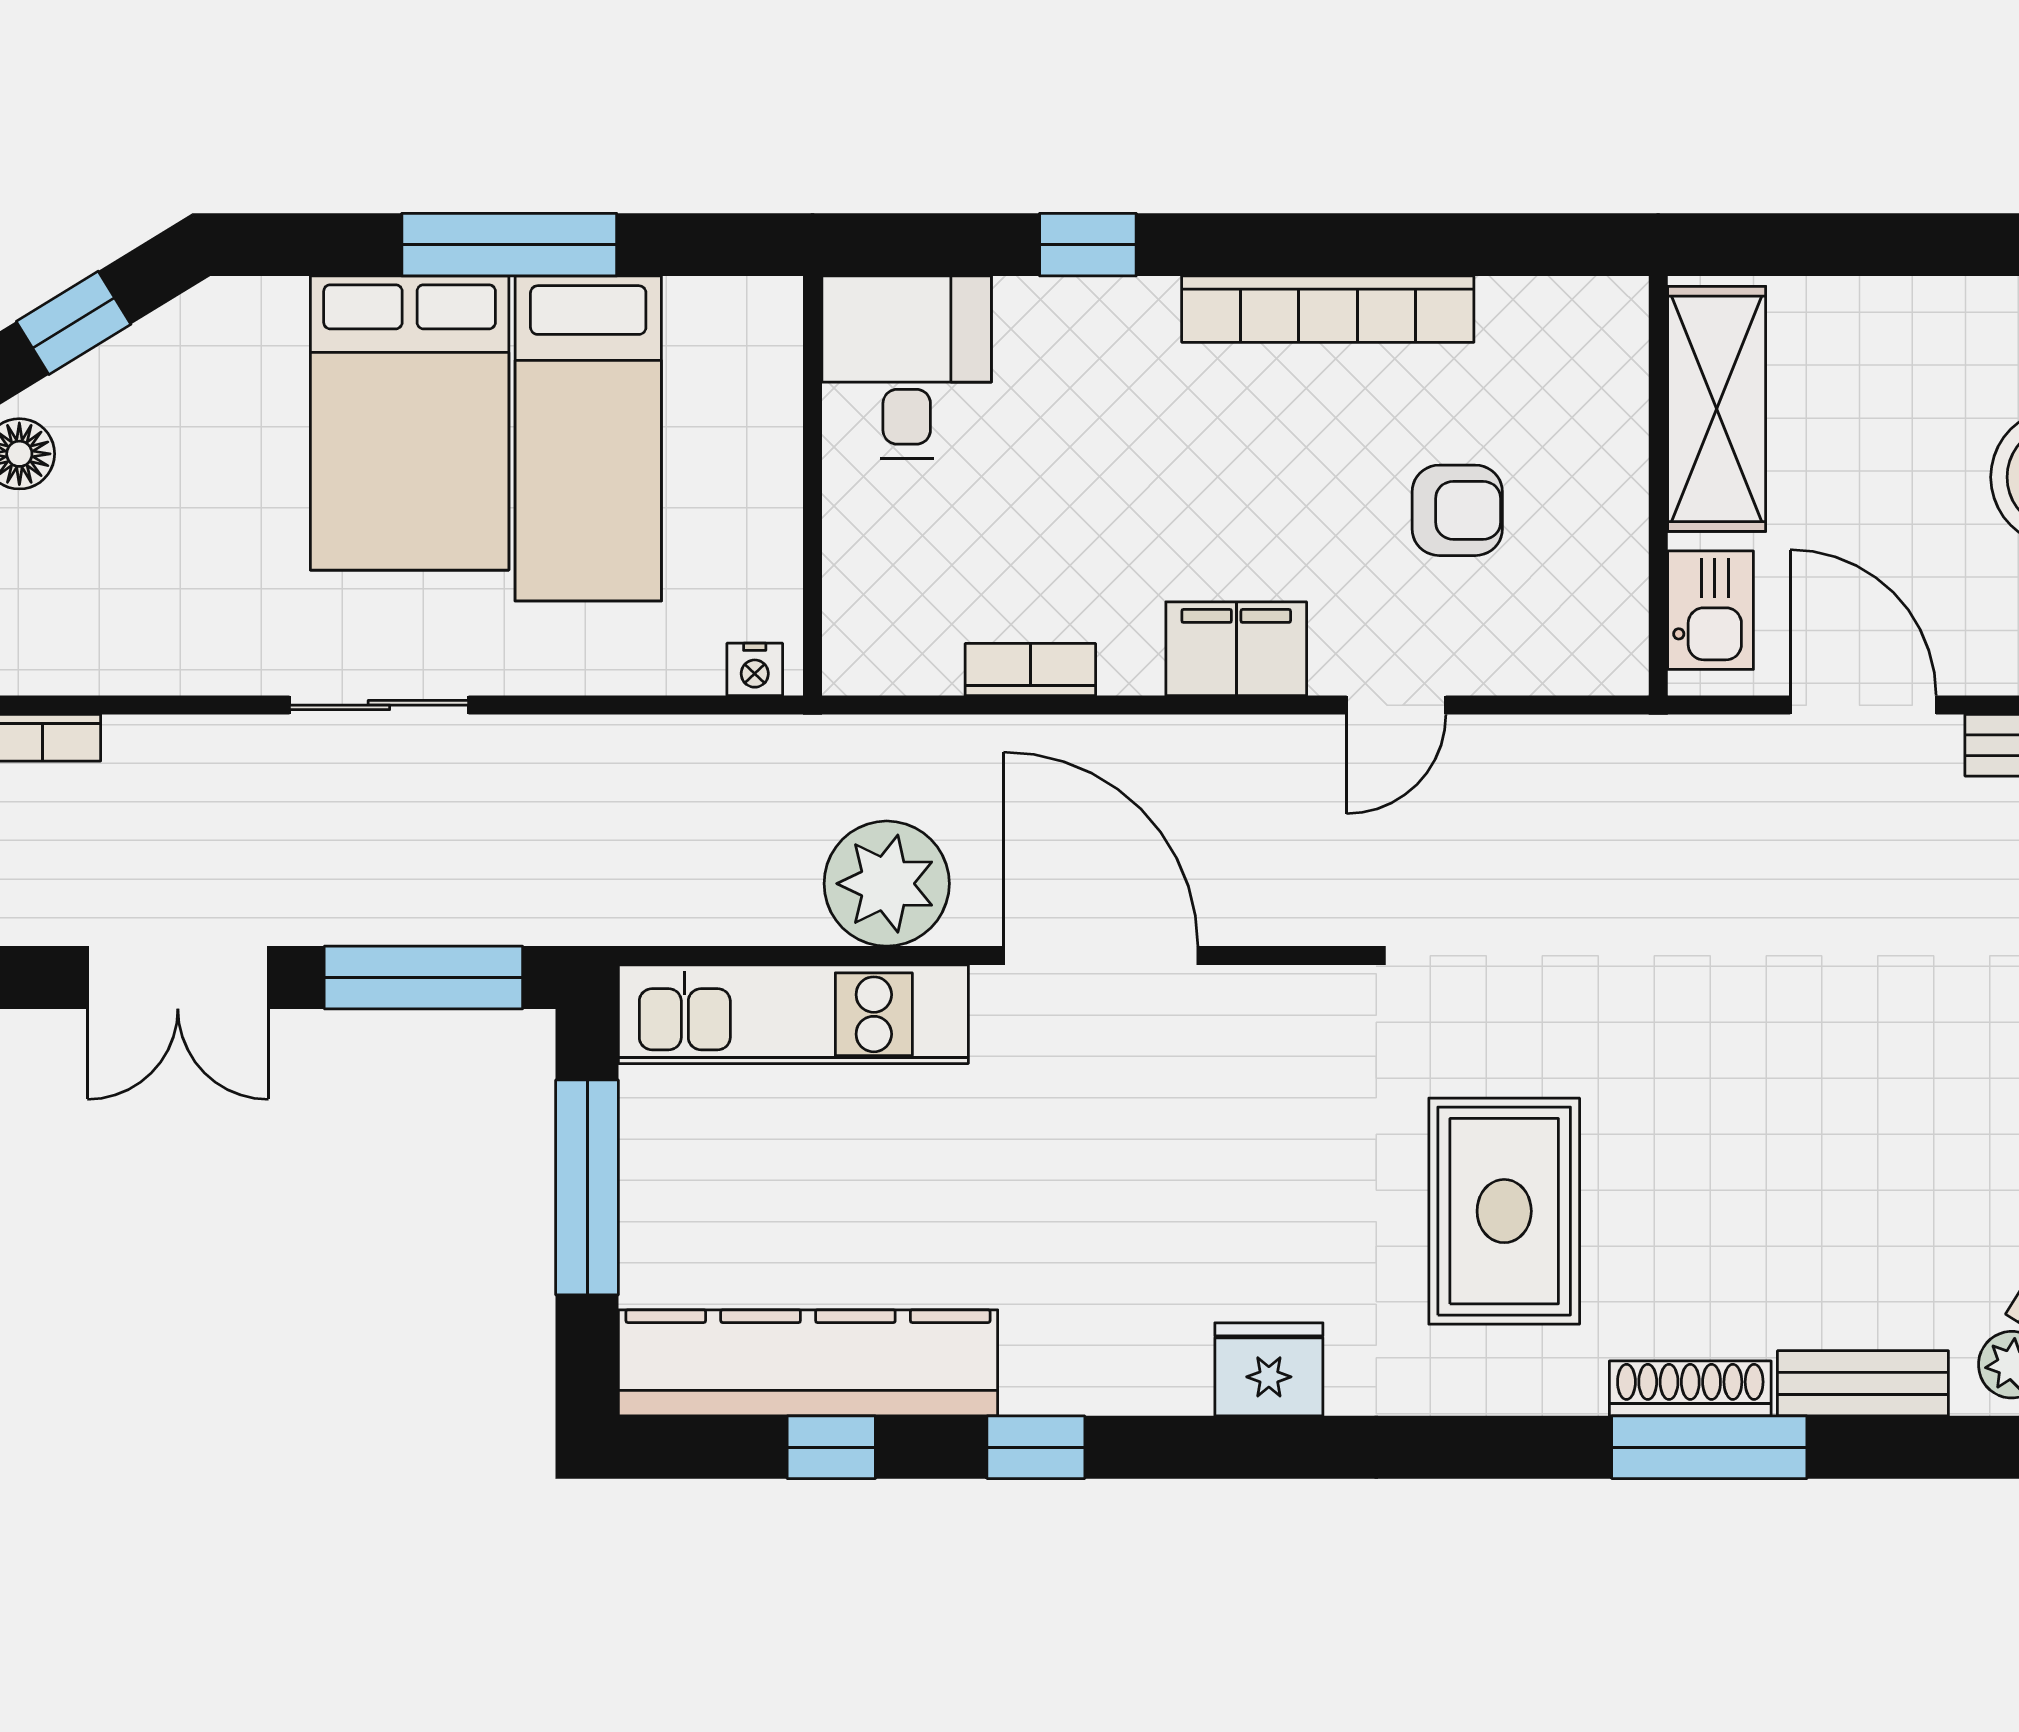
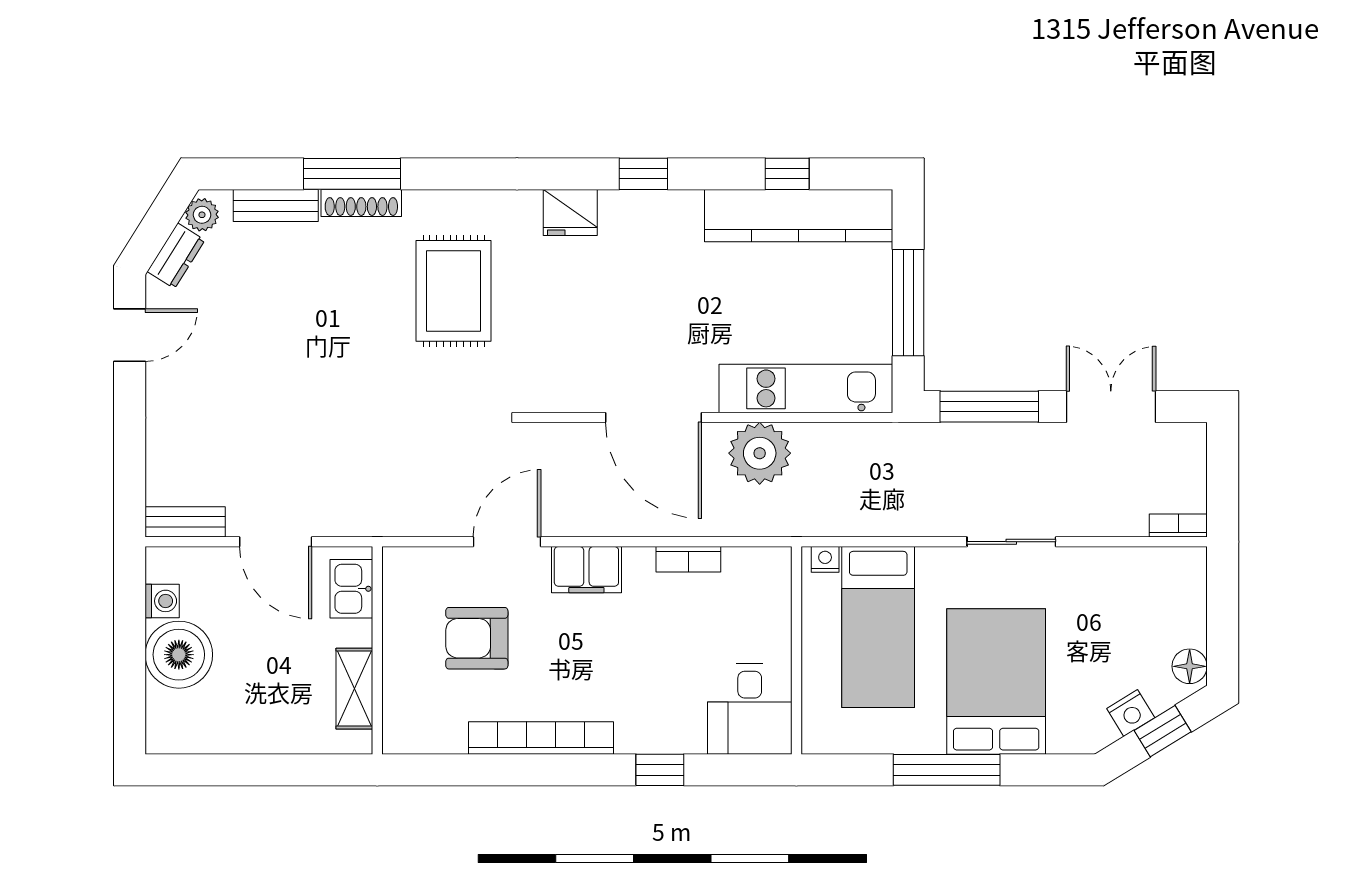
nightstand: (138, 359) -> (1131, 713), added
shelving: (1717, 409) -> (354, 689), width x0.67, depth x0.75
bed: (588, 438) -> (878, 627), moved, turned 180
armchair: (1457, 510) -> (477, 638), width x1.38, depth x1.38
door: (1396, 705) -> (507, 542), width x1.38
window: (1036, 1447) -> (643, 174), moved

